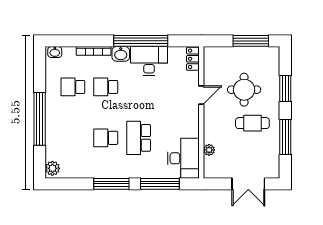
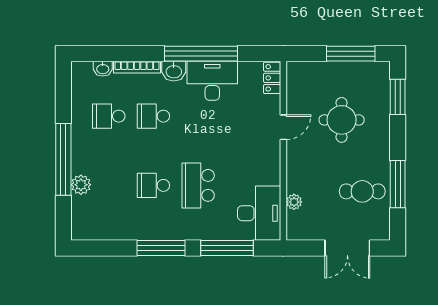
washbasin: (55, 52) -> (103, 69), moved
window: (285, 88) -> (398, 97), moved
cafe table: (252, 123) -> (362, 191), moved
plant: (52, 168) -> (81, 185), moved

